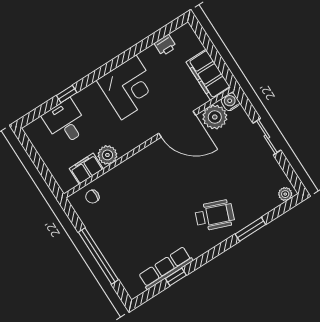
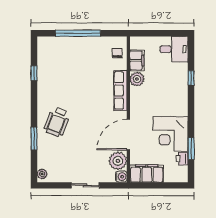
window: (147, 42) -> (191, 149), added
corner desk: (129, 87) -> (171, 134), moved
desk: (65, 122) -> (174, 49), moved
row of seats: (166, 268) -> (120, 90), moved, turned 180

